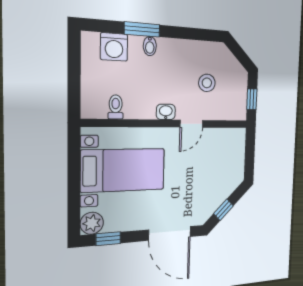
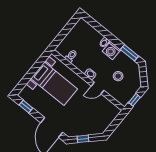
window: (142, 29) -> (129, 53), moved
washing machine: (114, 47) -> (112, 51), moved
plant: (92, 223) -> (25, 94), removed

